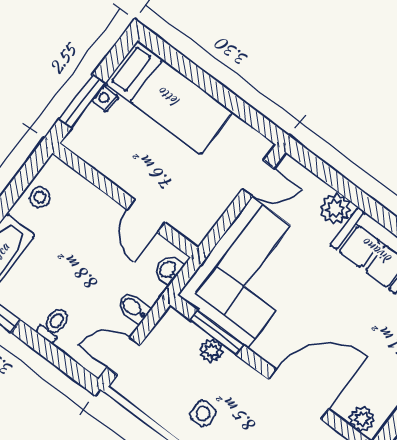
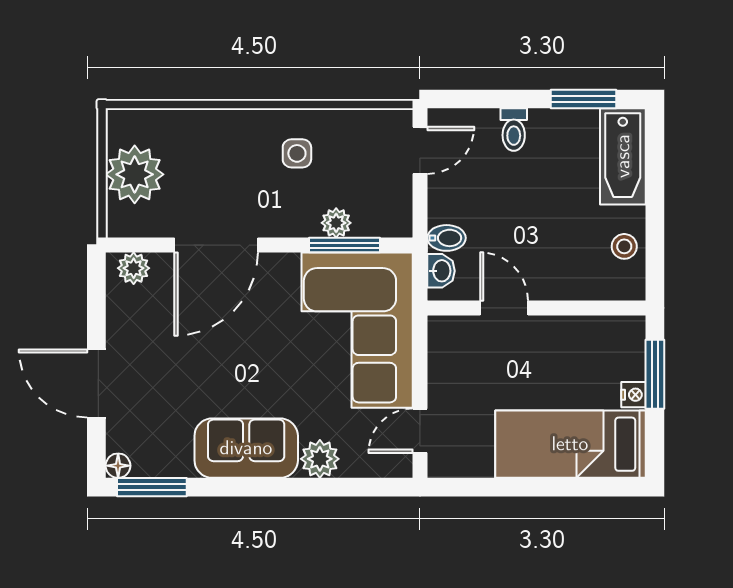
bidet: (134, 308) -> (447, 238), moved

